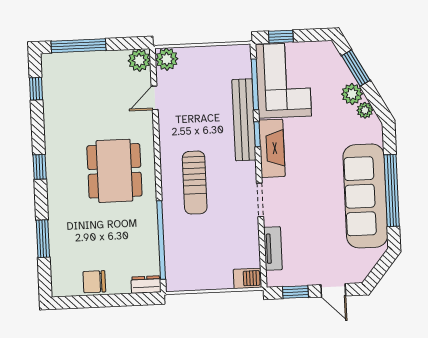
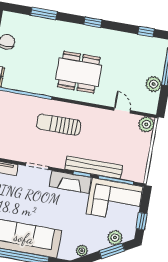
window: (281, 37) -> (142, 221), moved
plant: (139, 60) -> (154, 84), moved
plant: (352, 94) -> (115, 238), moved

